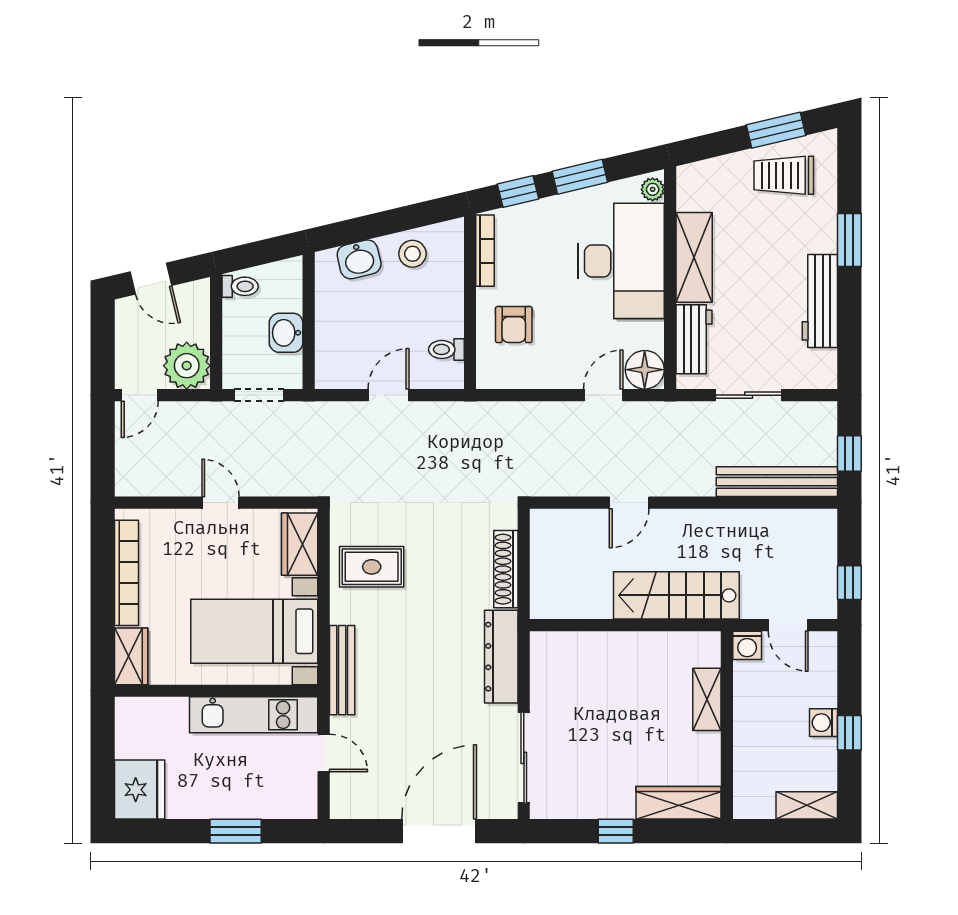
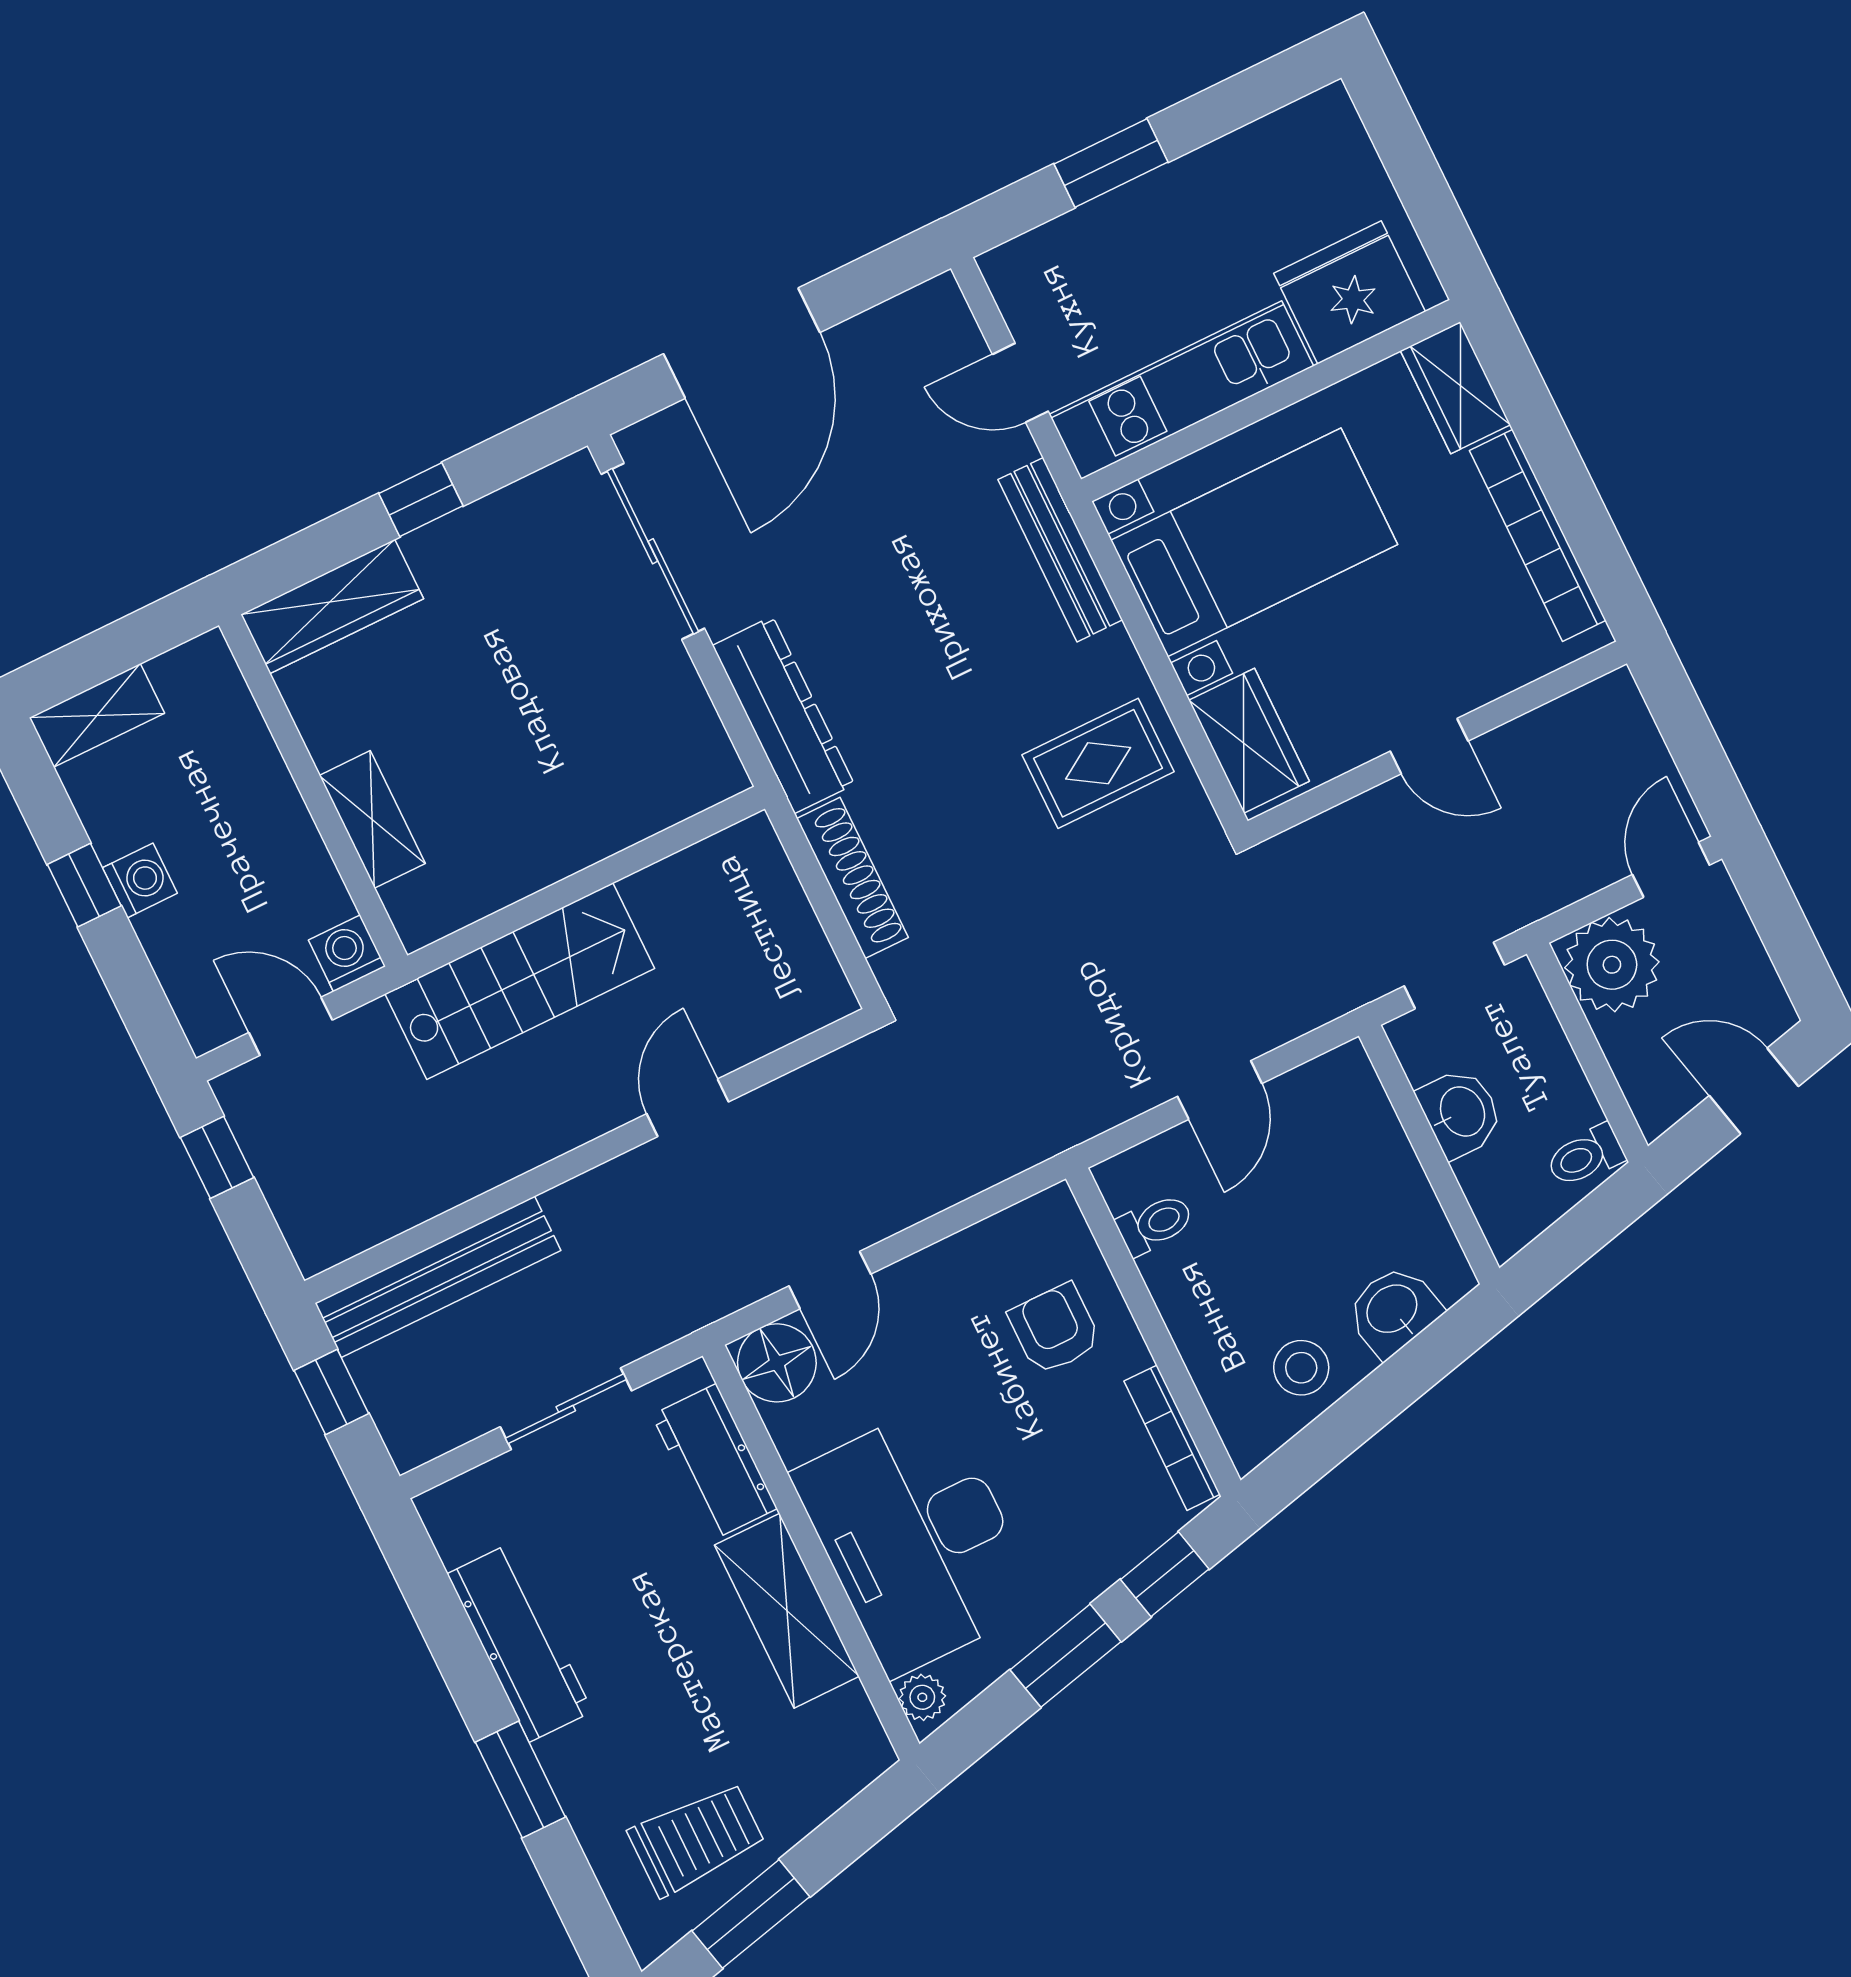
fridge: (140, 790) -> (1350, 292), moved, turned 90

